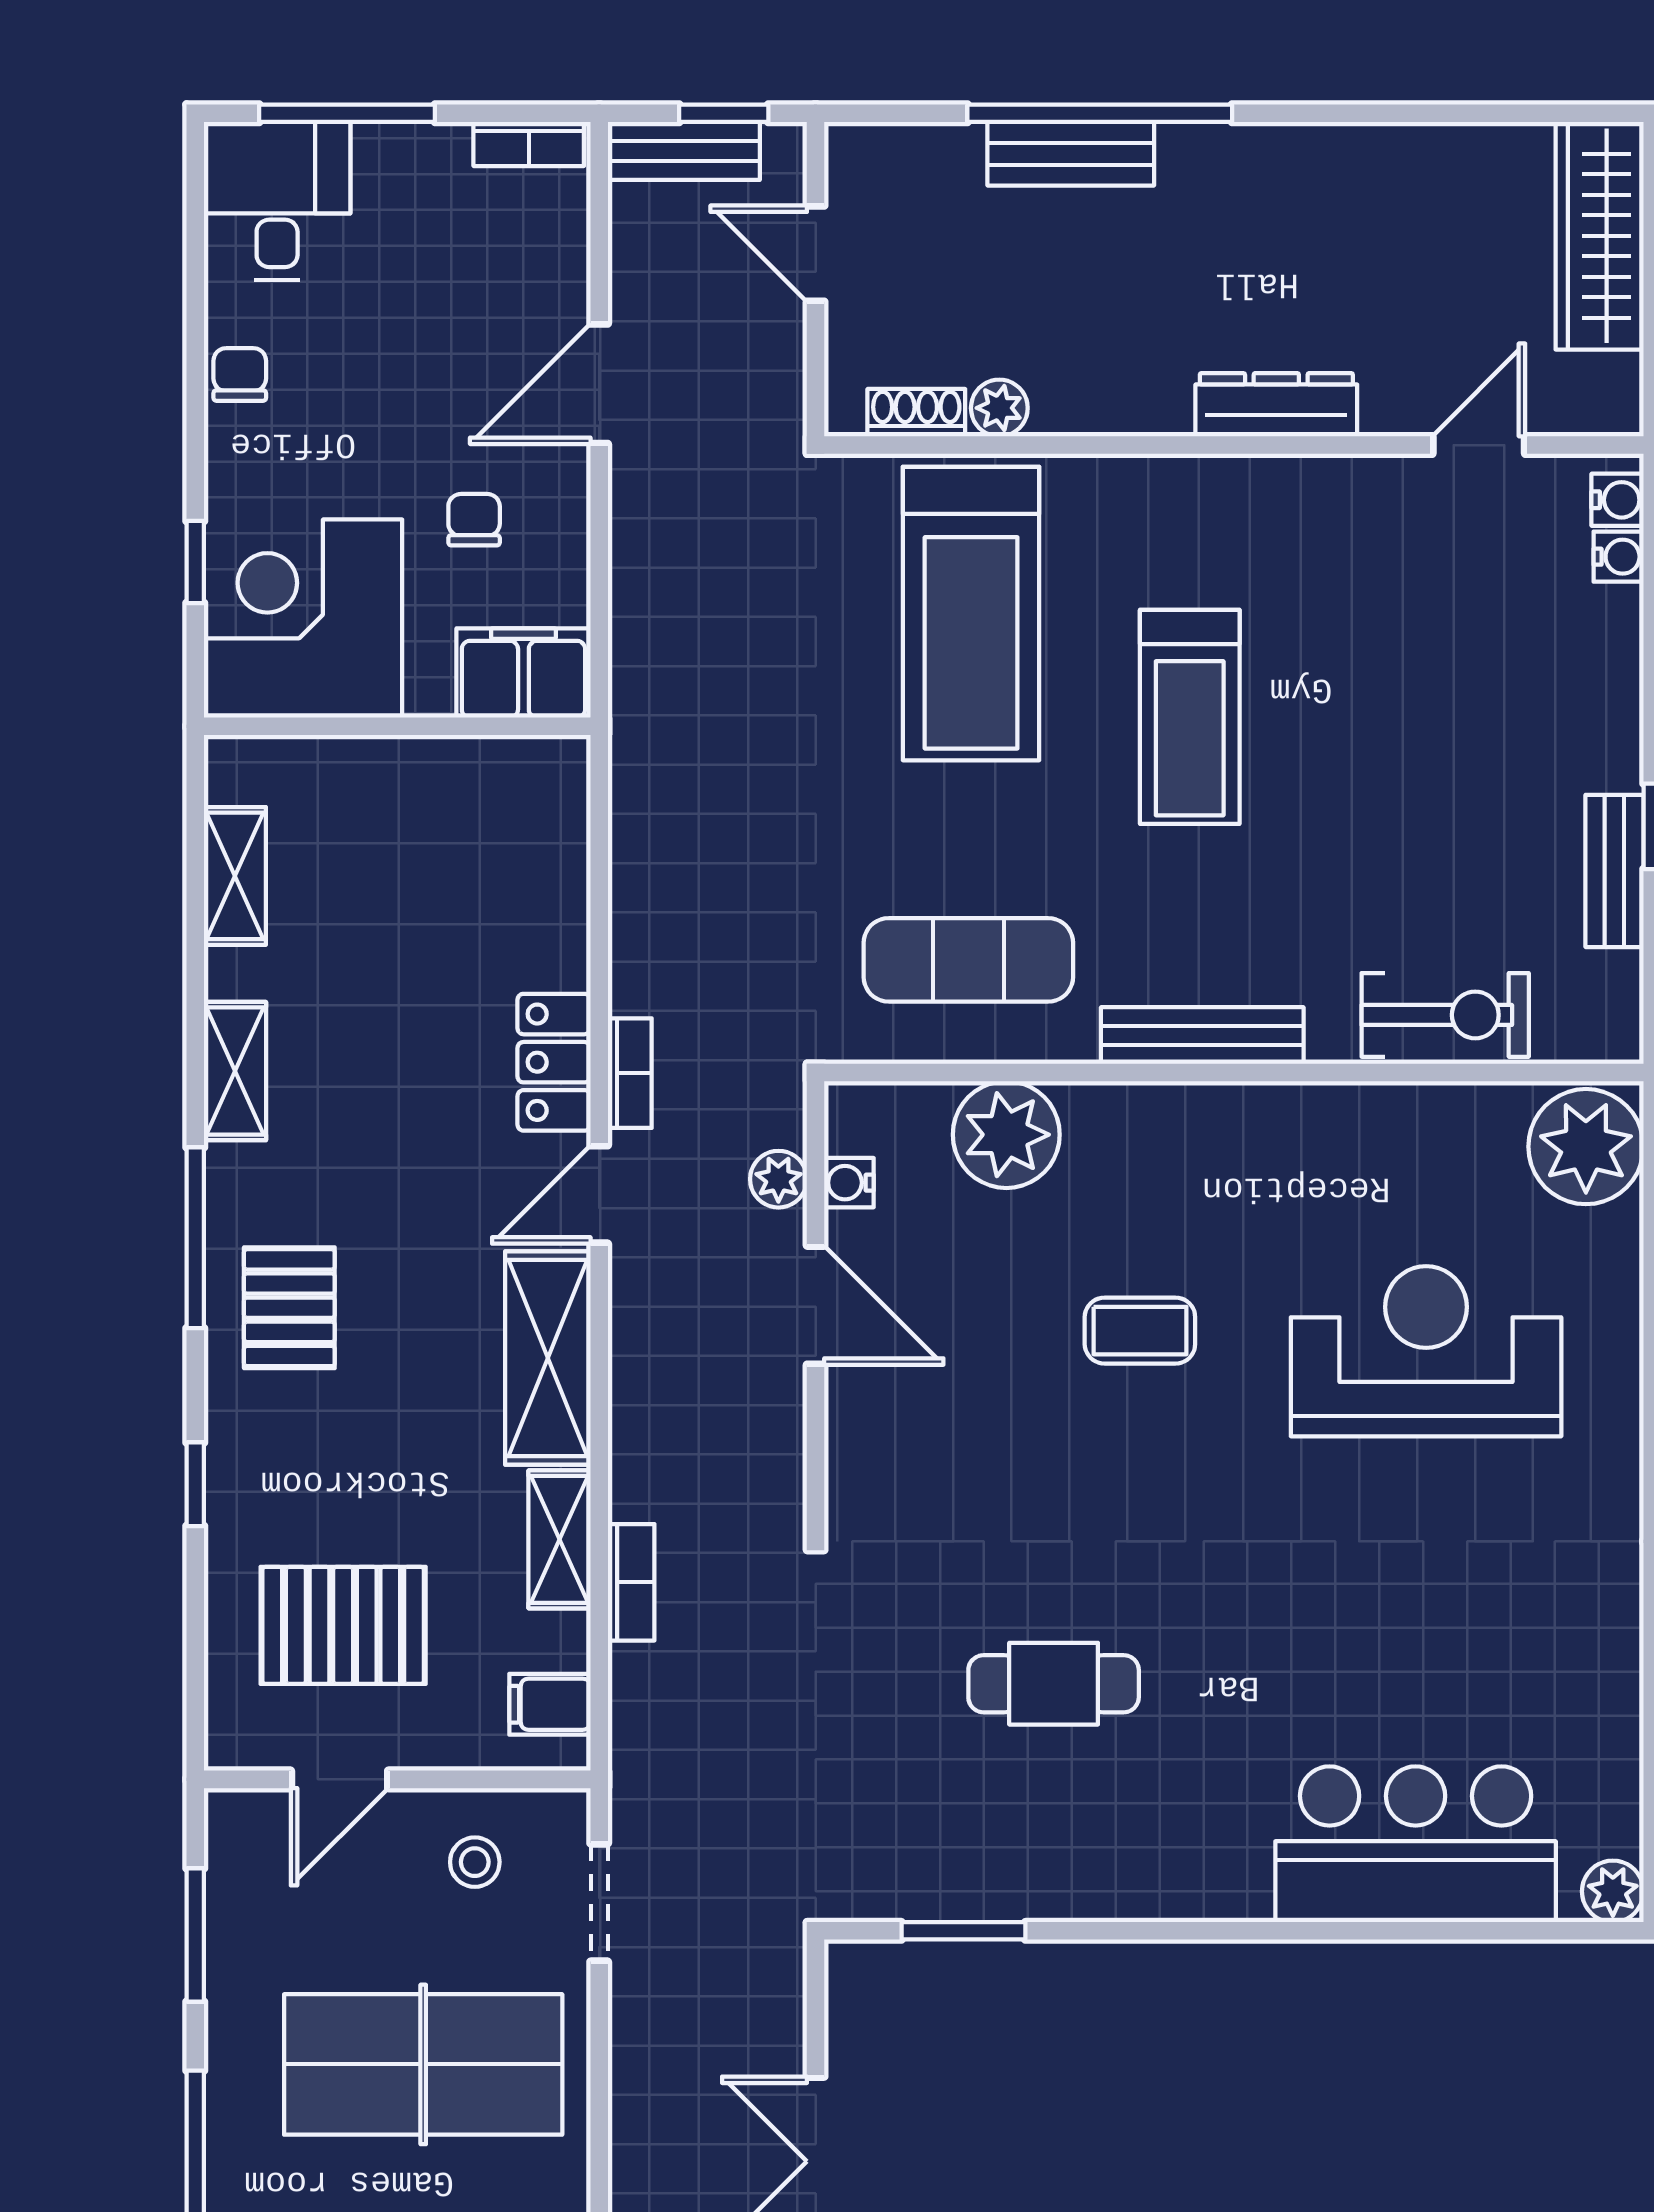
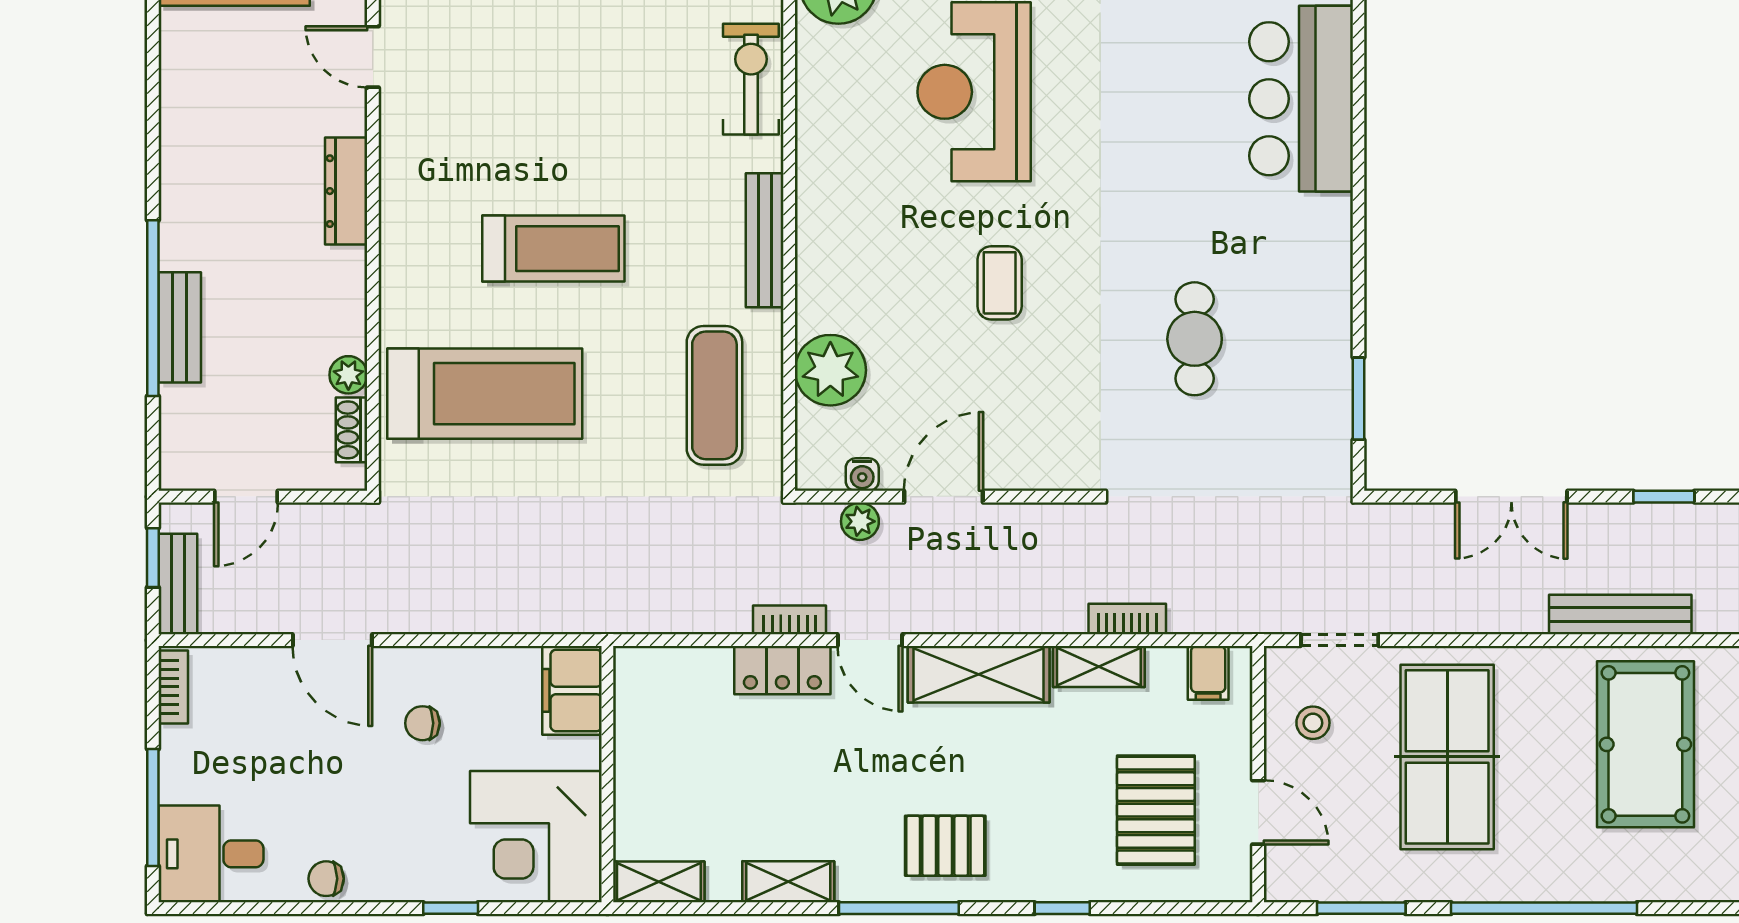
corner desk: (303, 619) -> (536, 837), moved
filing cabinet: (523, 673) -> (572, 690), moved
wall: (397, 726) -> (607, 774), moved
coffee table: (1140, 1331) -> (1000, 283), moved

